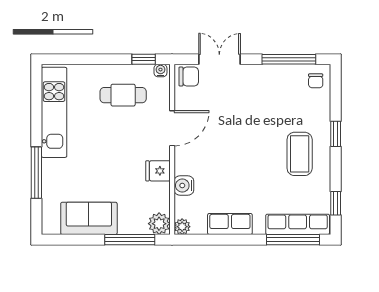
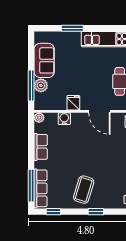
coffee table: (300, 154) -> (84, 190), turned -73
window: (36, 173) -> (72, 28), width x0.69
plant: (159, 224) -> (41, 85), moved

